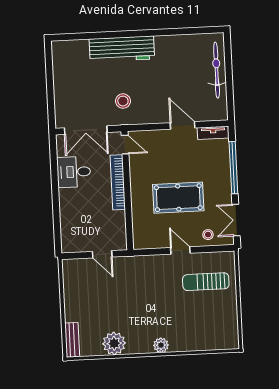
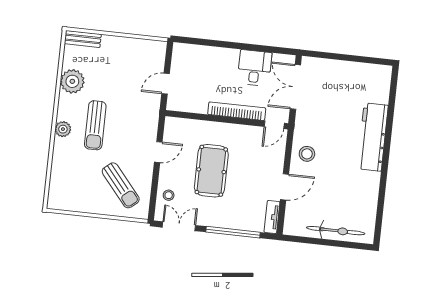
stool: (123, 101) -> (307, 154), moved
door: (180, 250) -> (158, 152), moved
sun lounger: (206, 282) -> (121, 185), turned 140
sun lounger: (152, 315) -> (95, 125), added

